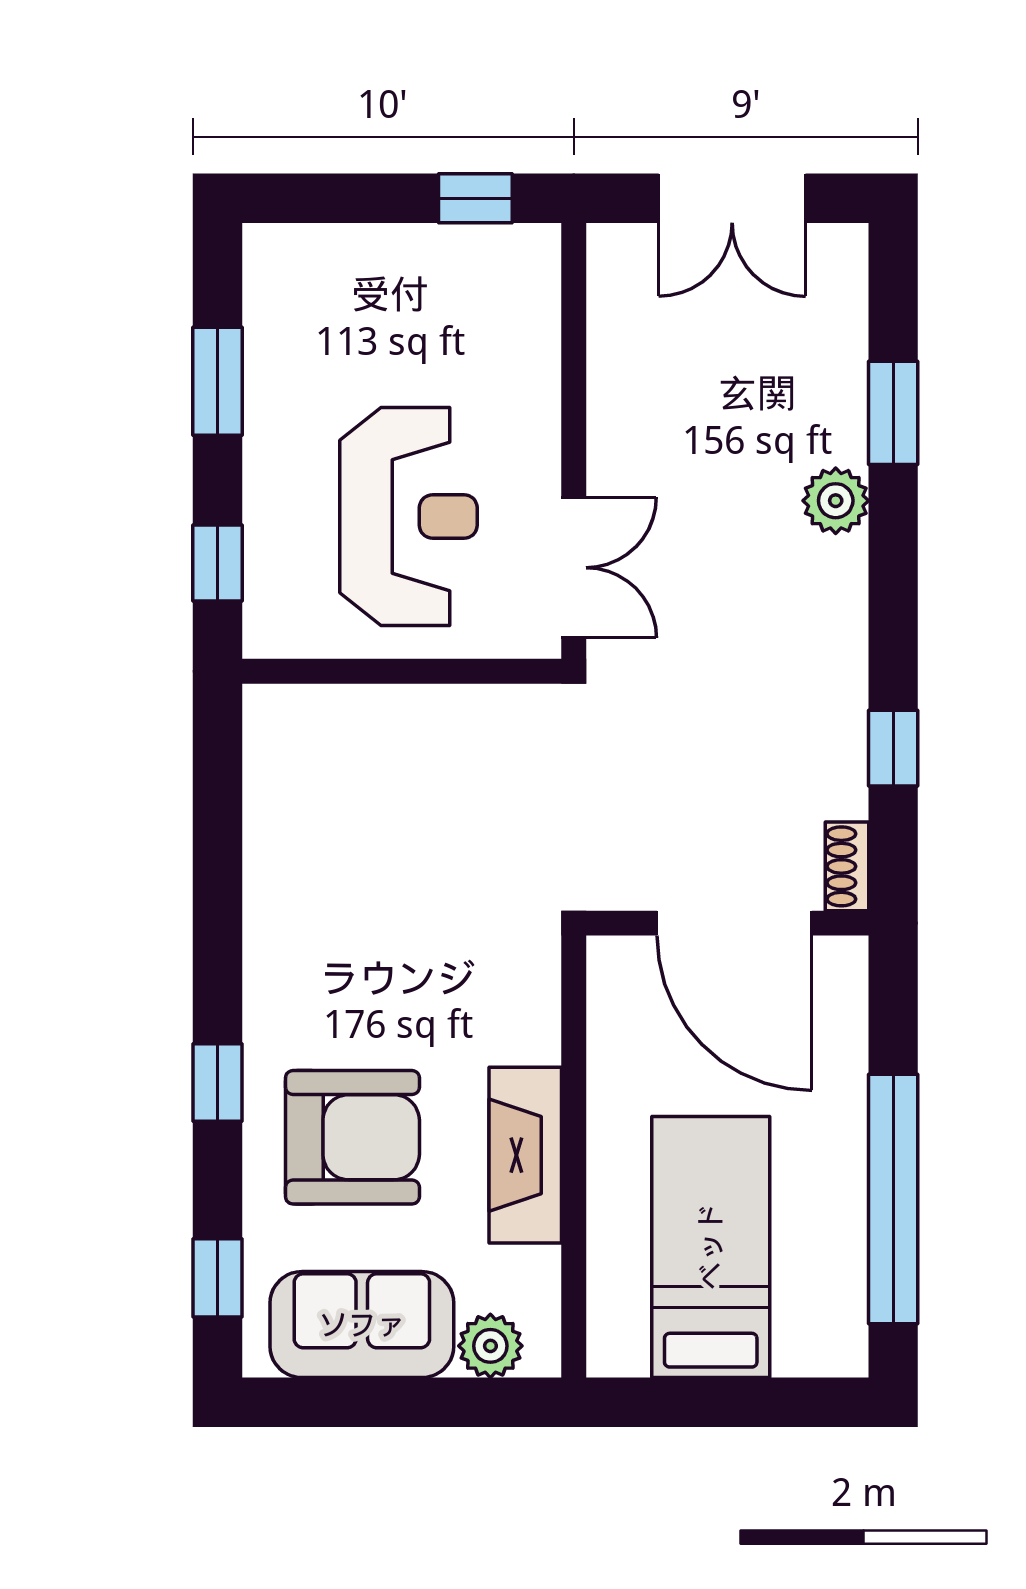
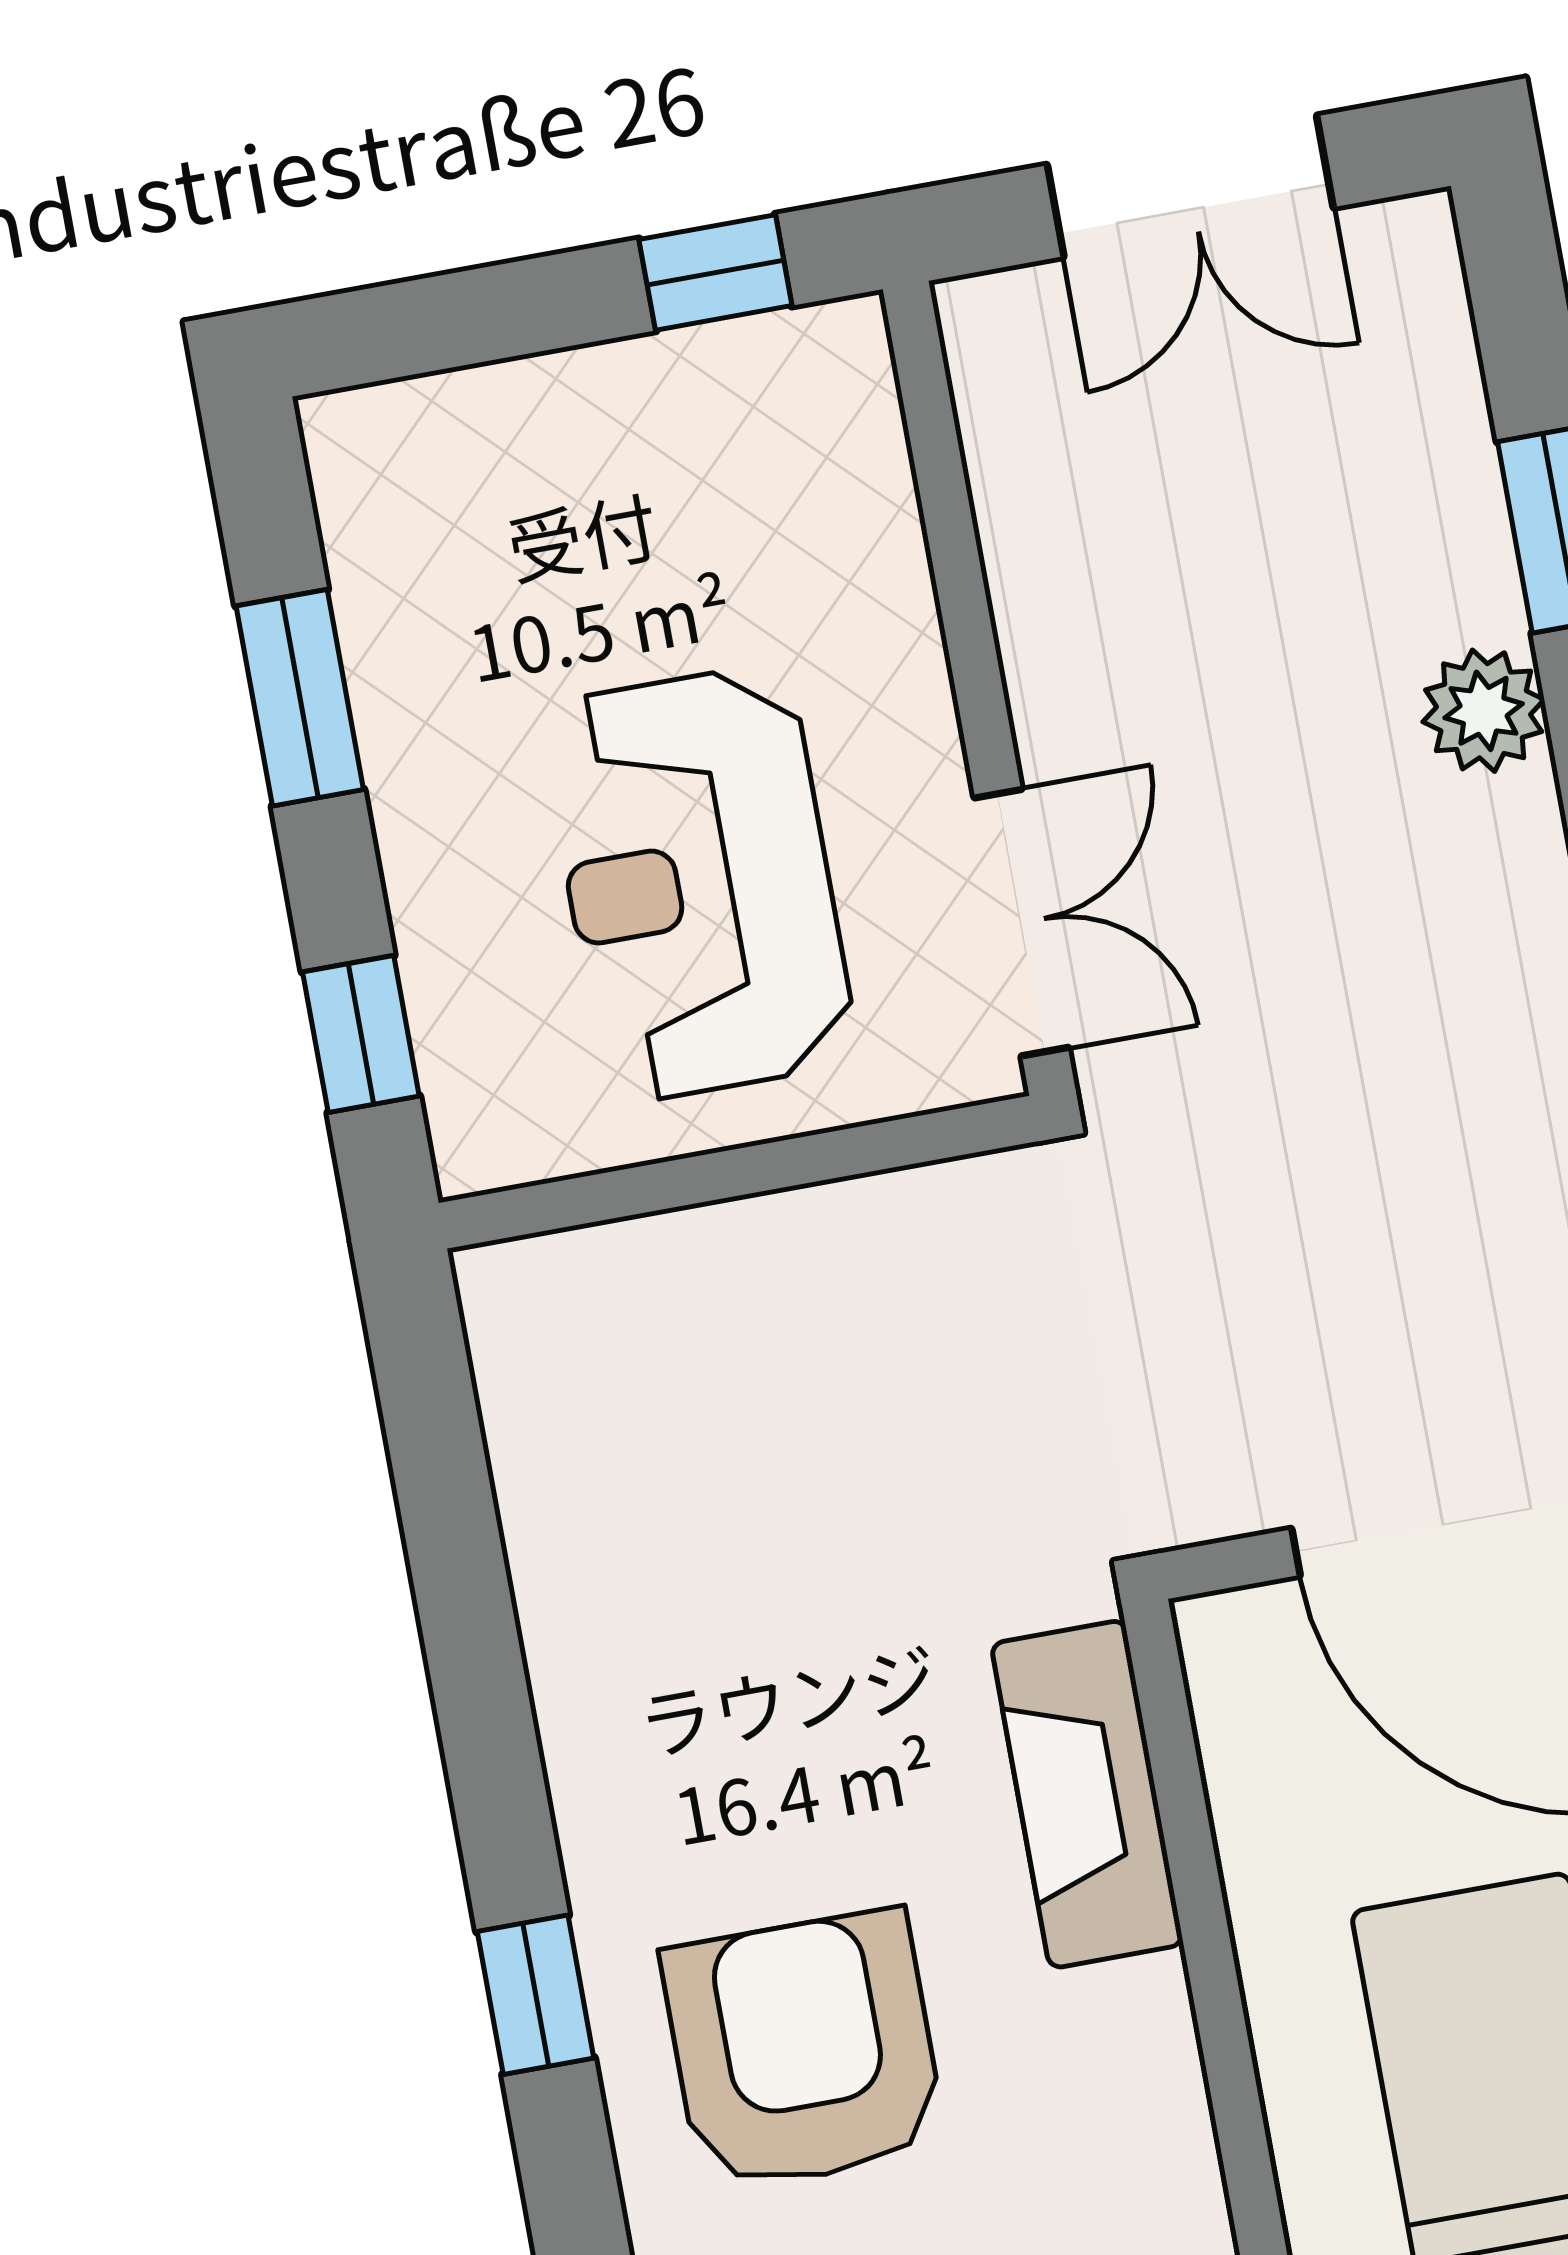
reception desk: (408, 516) -> (699, 884), turned 180
armchair: (352, 1137) -> (804, 2051), turned -90
fireplace: (525, 1155) -> (1087, 1794), moved

